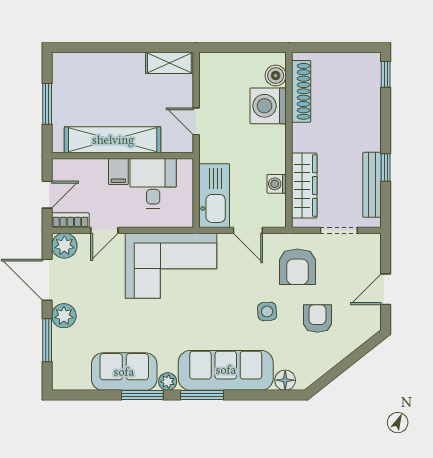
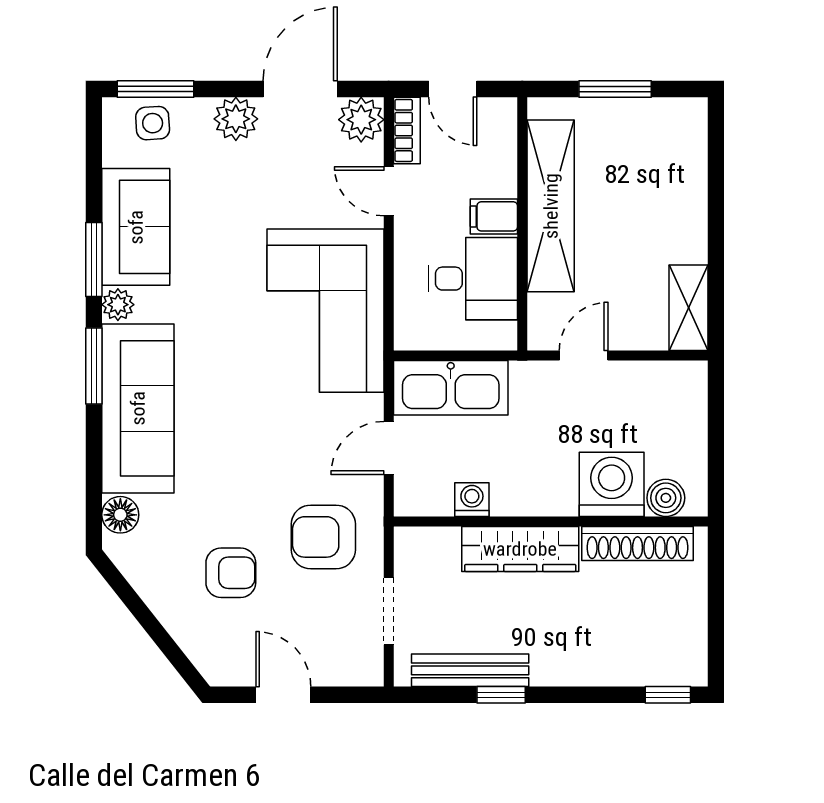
wardrobe: (304, 186) -> (520, 549), moved
side table: (267, 311) -> (153, 123), moved
window: (47, 340) -> (155, 89), moved

